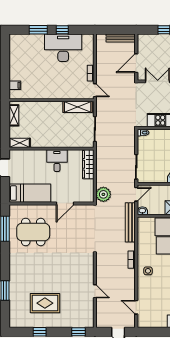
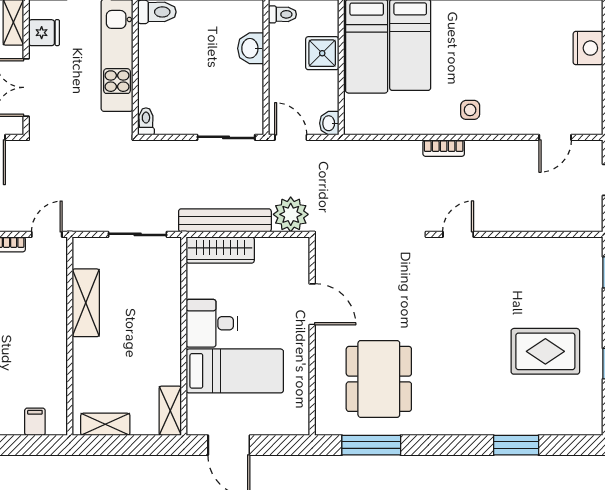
shelving: (78, 107) -> (86, 303), moved
bed: (30, 193) -> (235, 371), moved, turned 90
bench: (130, 222) -> (225, 220), moved
door: (95, 291) -> (458, 234), moved
rug: (45, 303) -> (545, 351), turned 90

